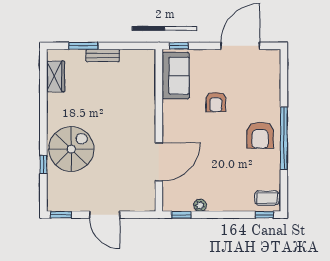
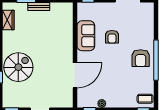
sofa: (176, 76) -> (86, 36), moved

